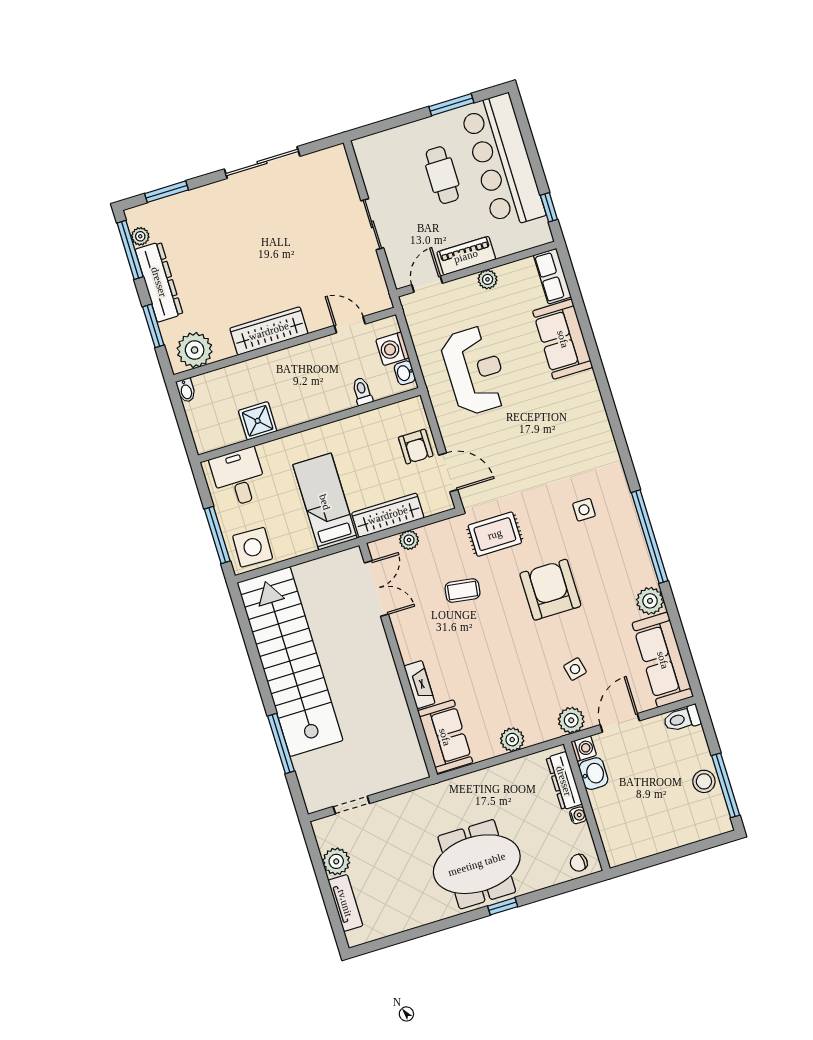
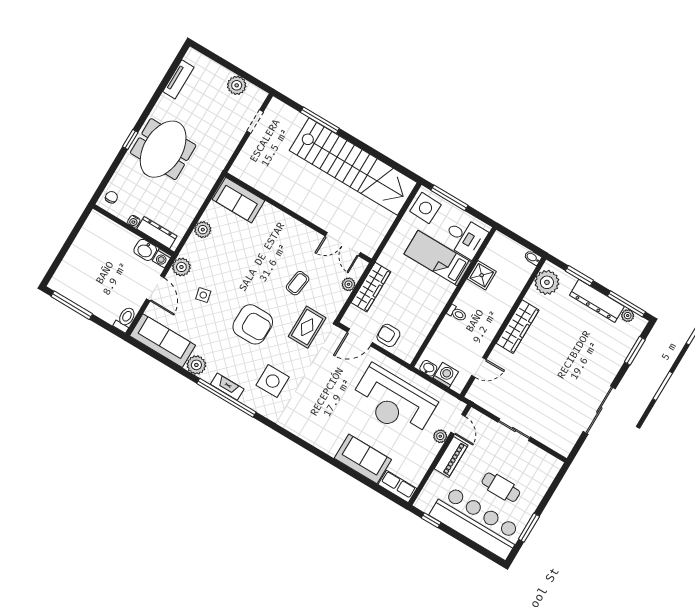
plant: (488, 279) -> (440, 436), moved
reception desk: (475, 371) -> (393, 402), width x1.36, depth x1.30
toilet: (362, 391) -> (457, 313), moved
bed: (325, 502) -> (438, 258), moved, turned 180
side table: (584, 510) -> (273, 381), width x1.87, depth x1.87
fireplace: (419, 685) -> (227, 387), moved, turned 180
stool: (704, 781) -> (85, 297), removed
tv unit: (345, 903) -> (178, 79), moved, turned -90

